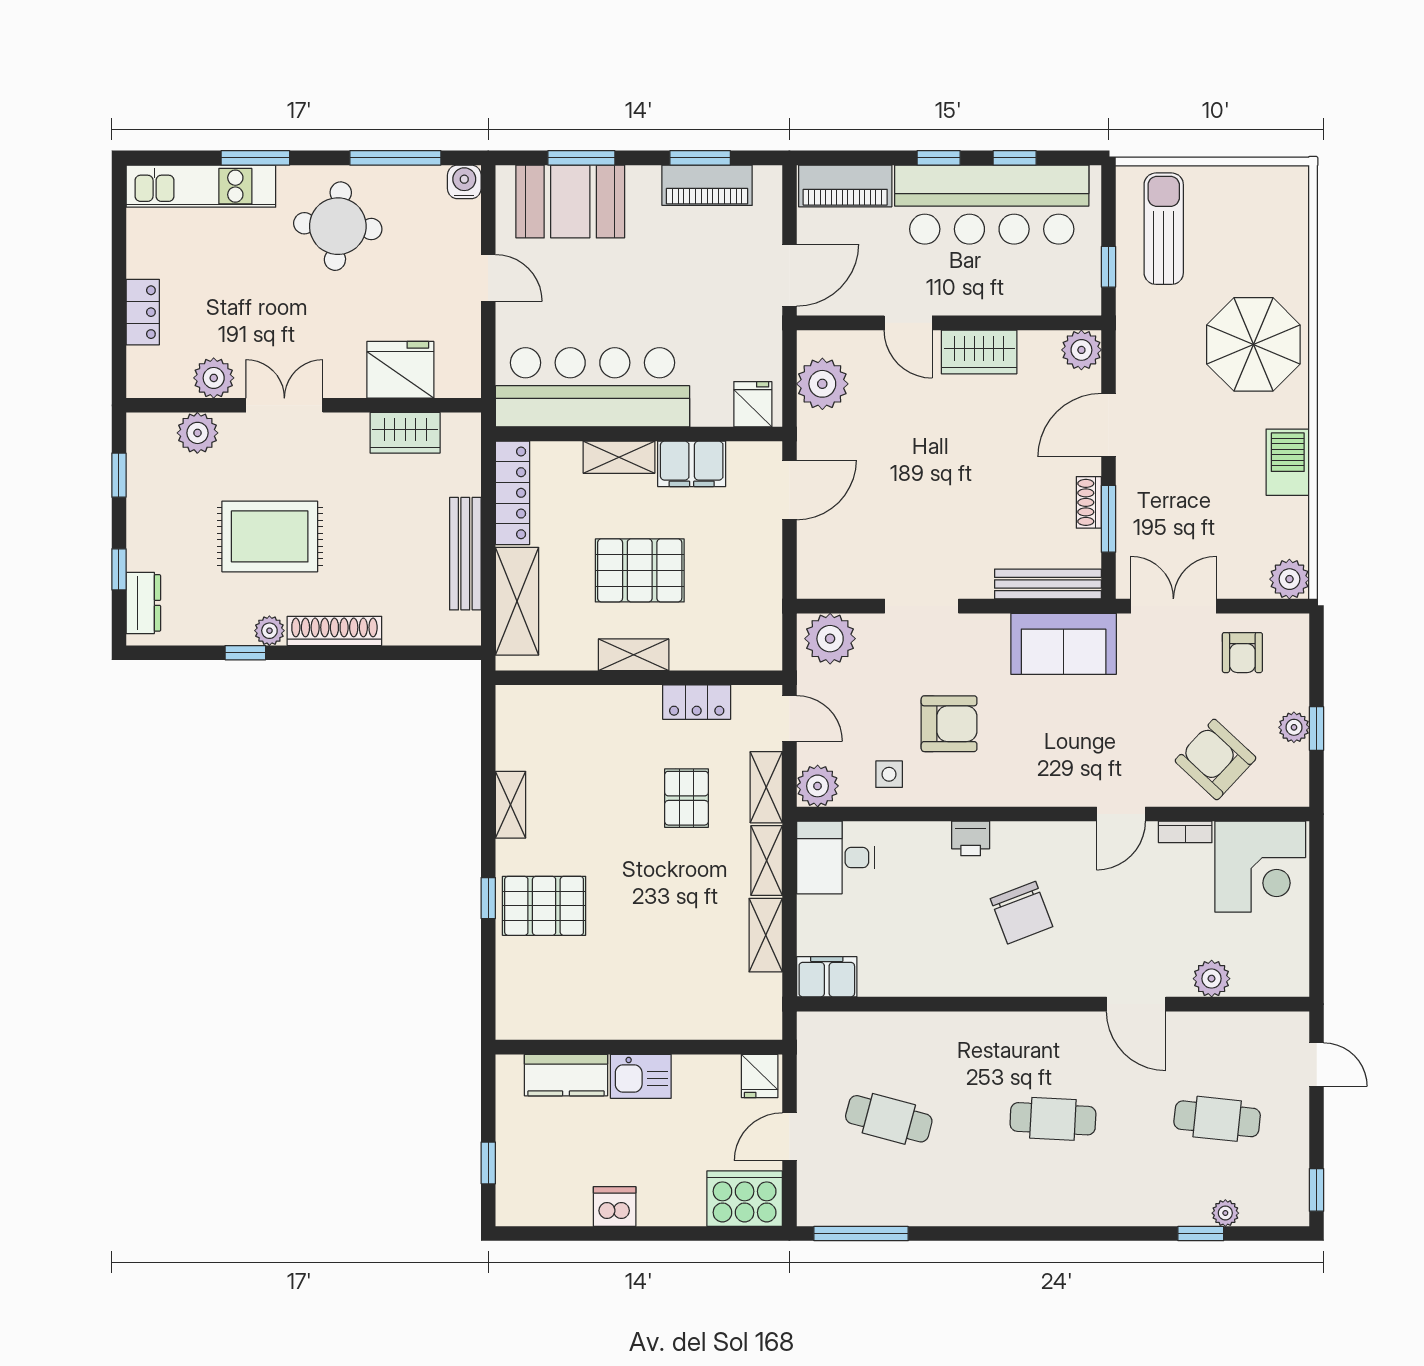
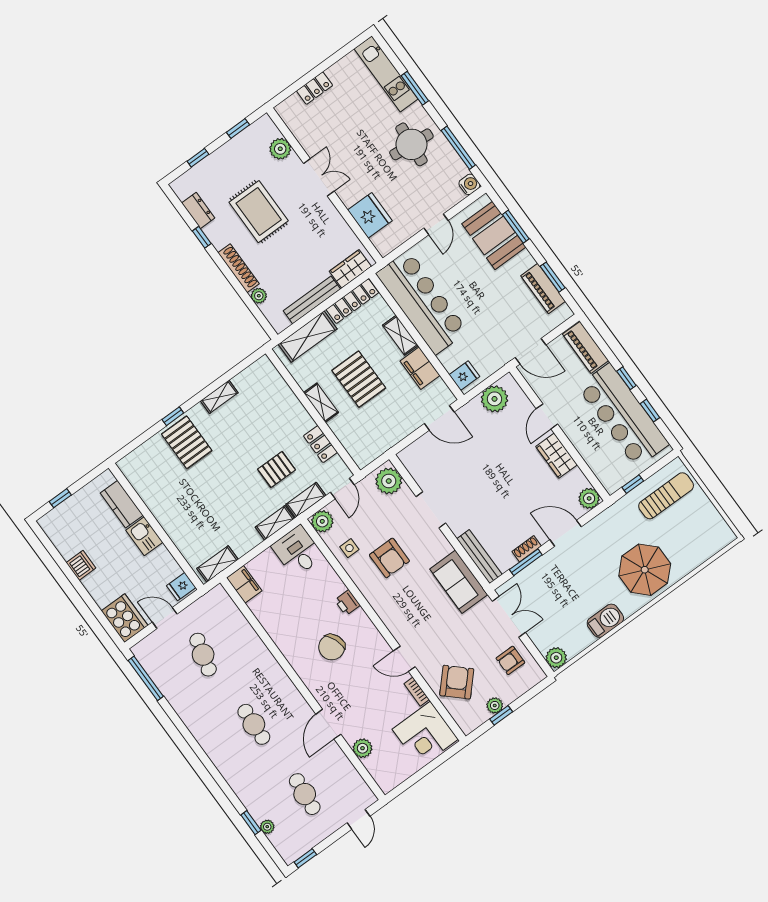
plant: (214, 378) -> (309, 139), removed
wardrobe: (405, 433) -> (350, 269), moved, turned 90
dresser: (143, 603) -> (198, 211), moved, turned -90
plant: (269, 631) -> (259, 296), moved
shelving: (766, 935) -> (218, 564), moved

